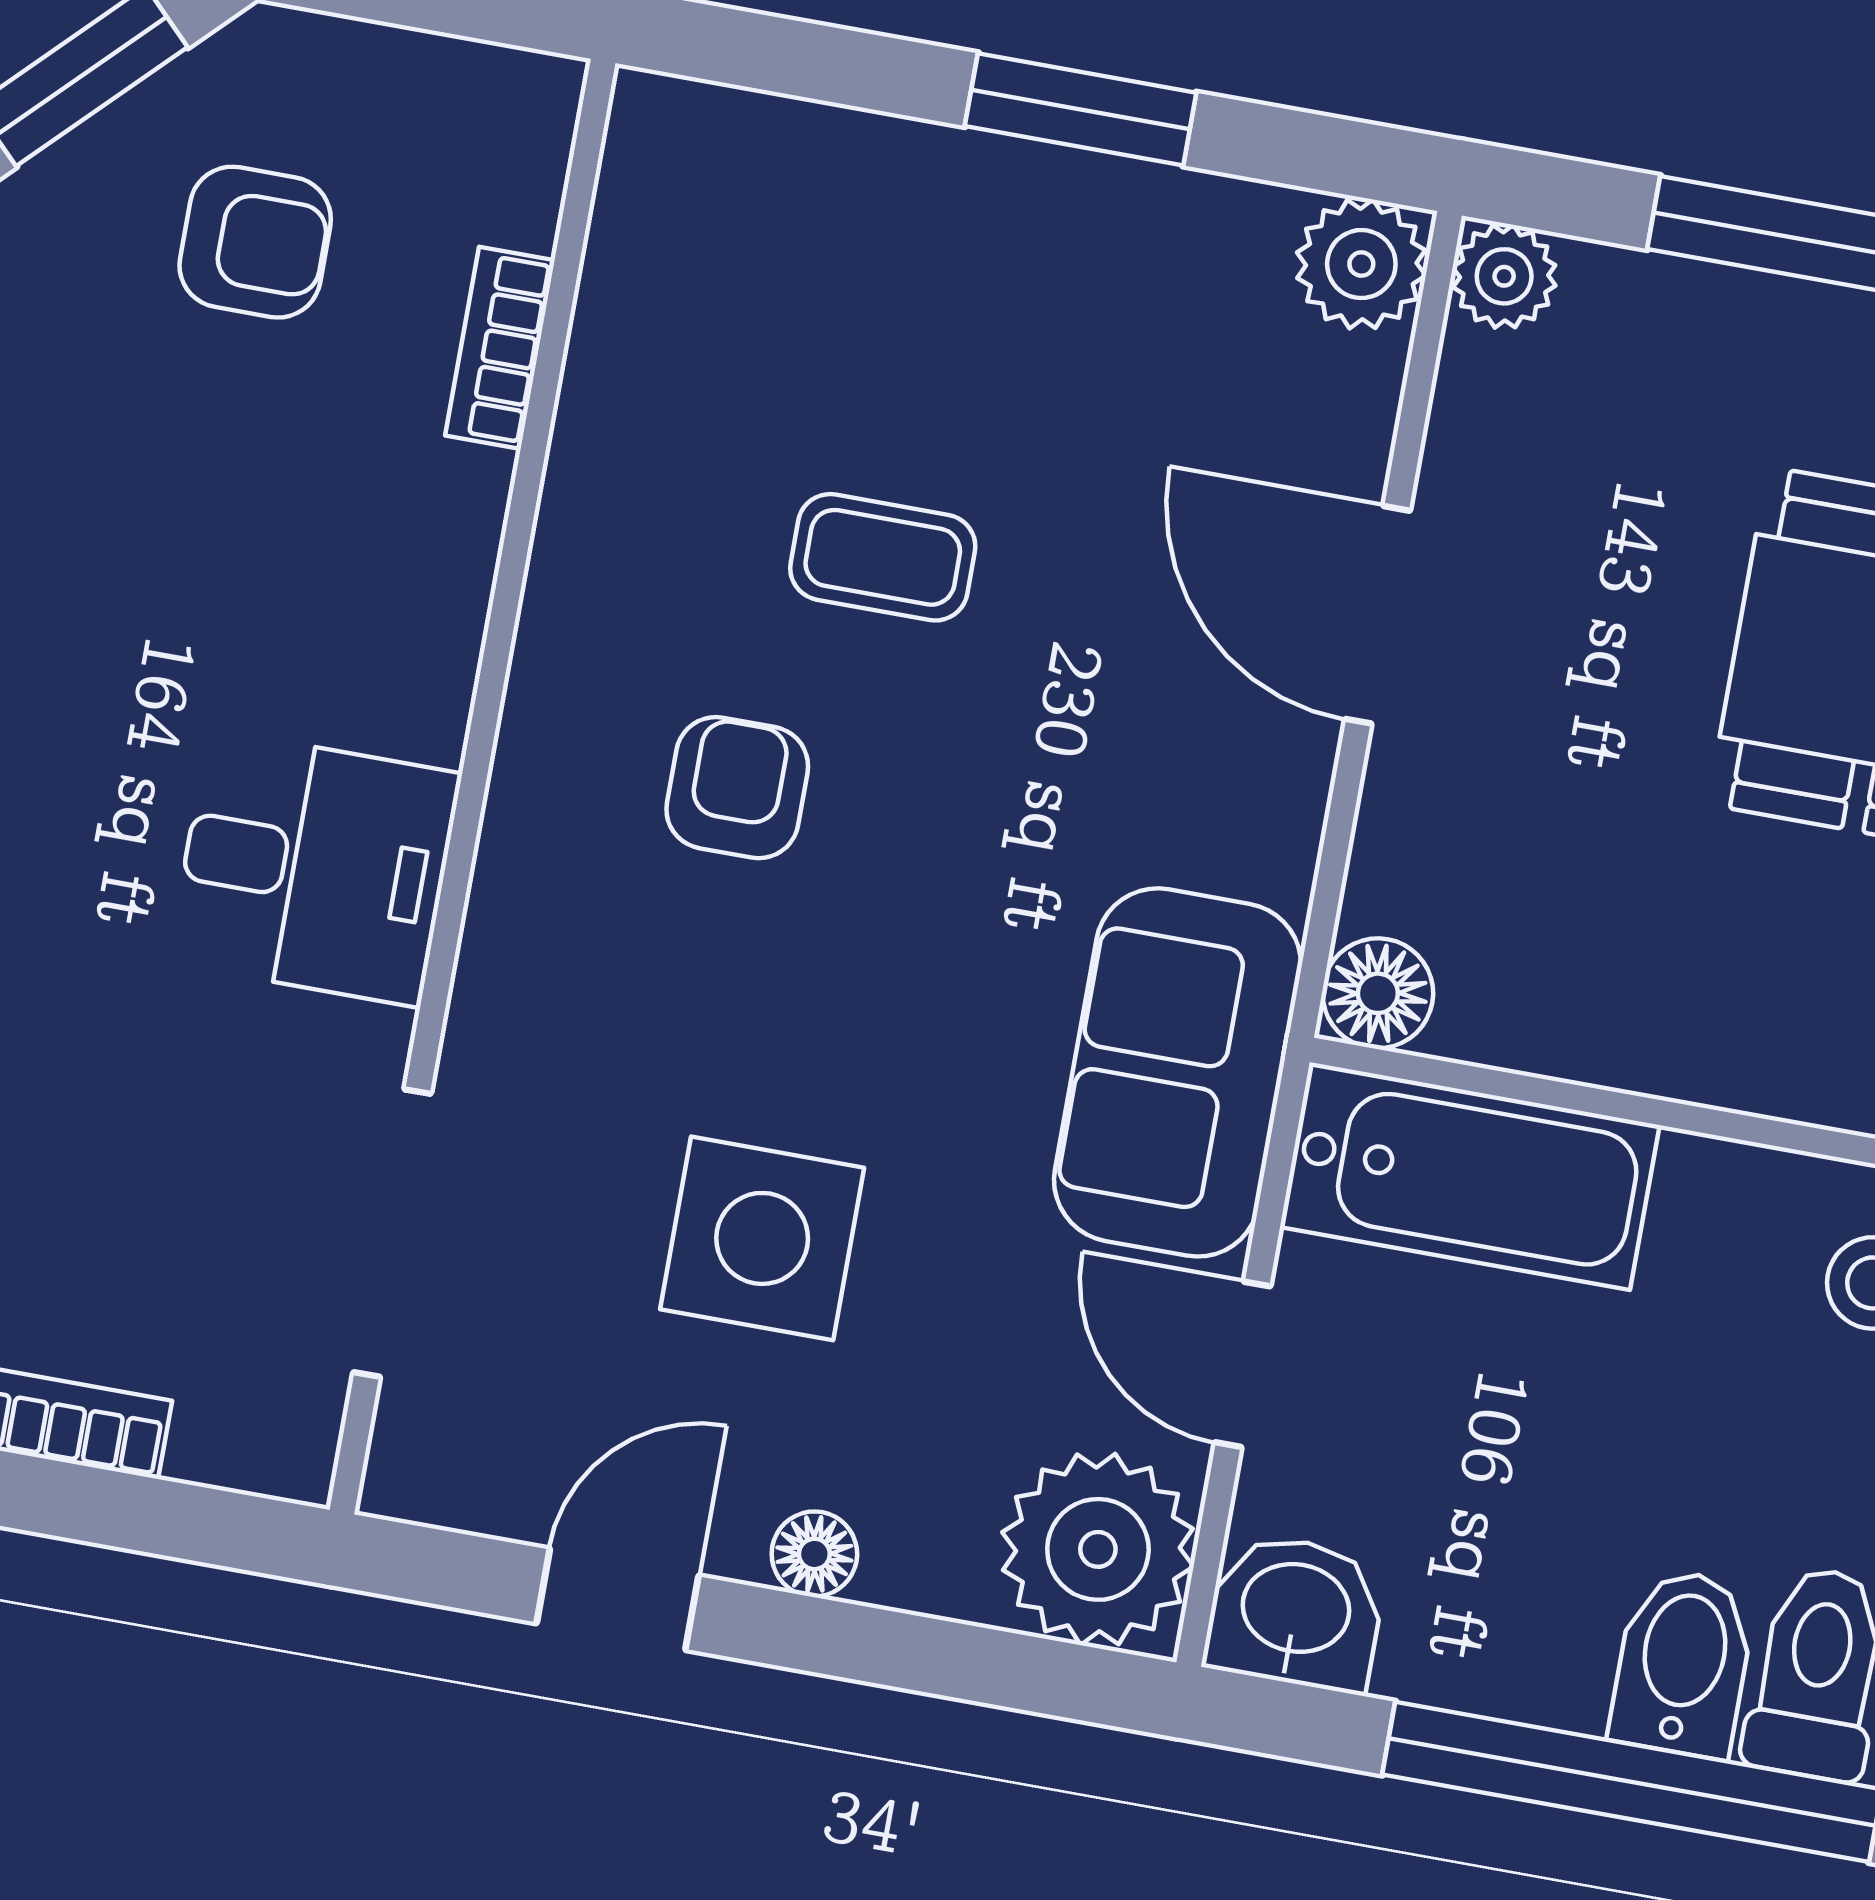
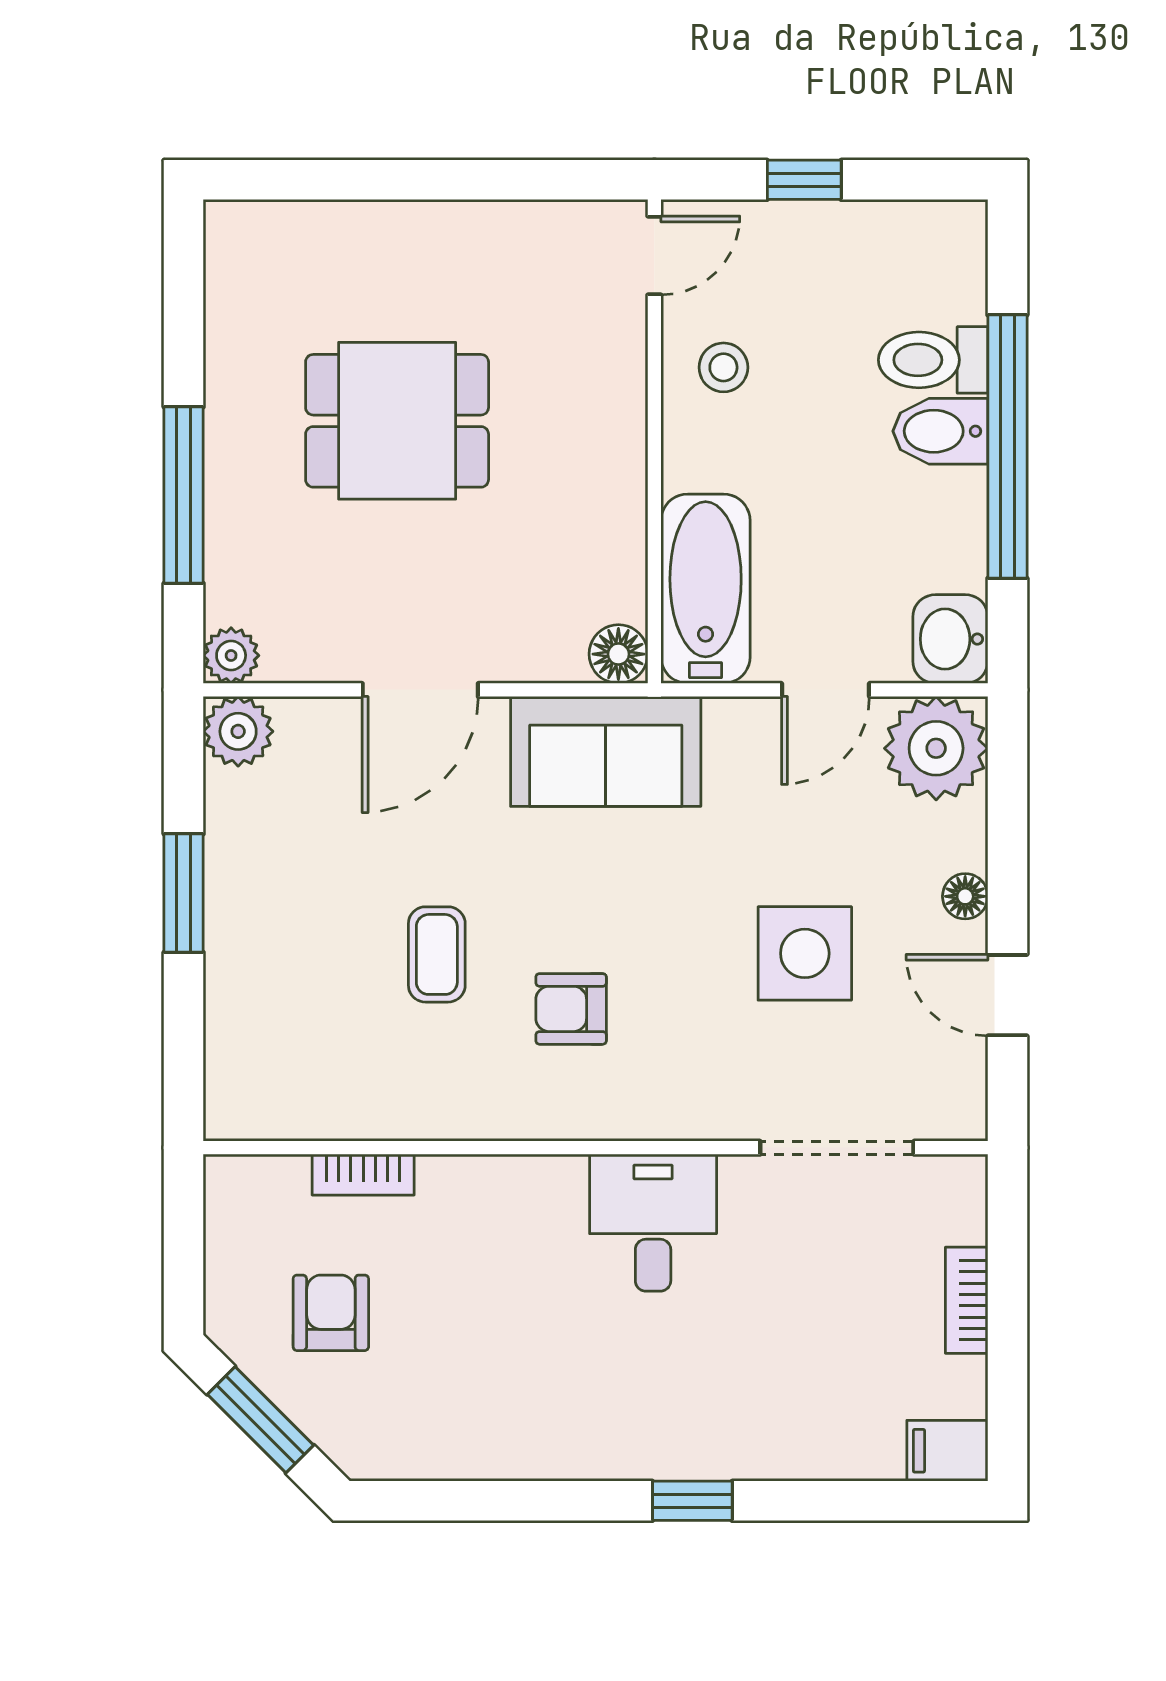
sofa: (1178, 1072) -> (606, 751), moved

